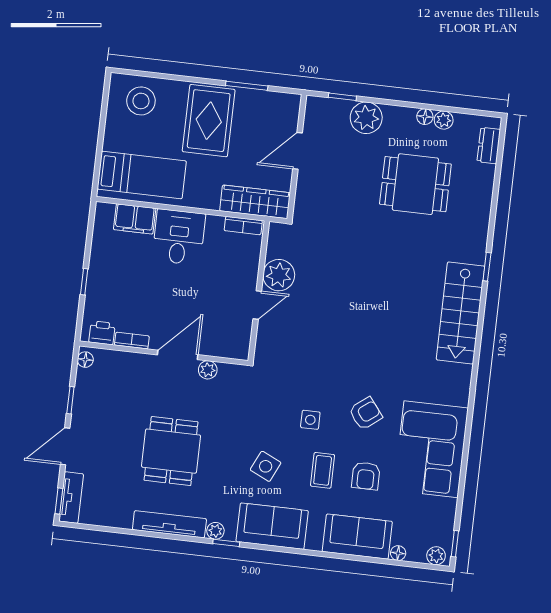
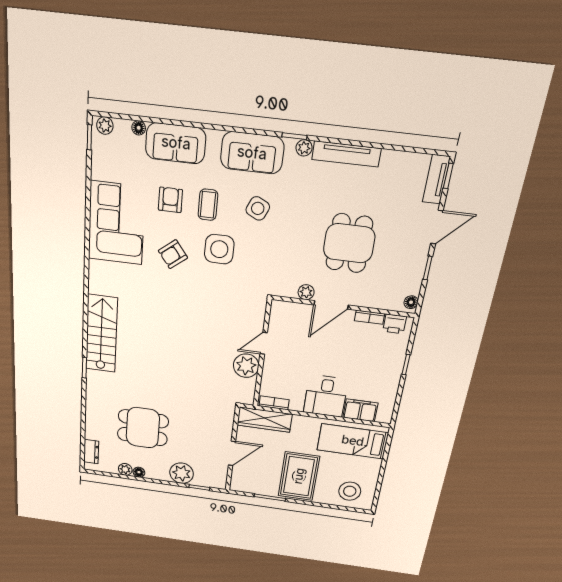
side table: (310, 420) -> (219, 249), width x1.87, depth x1.87
dining table: (171, 451) -> (349, 243), moved

